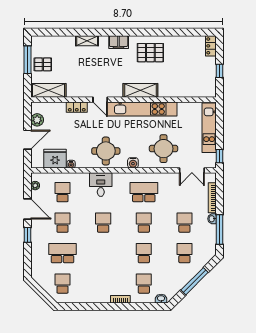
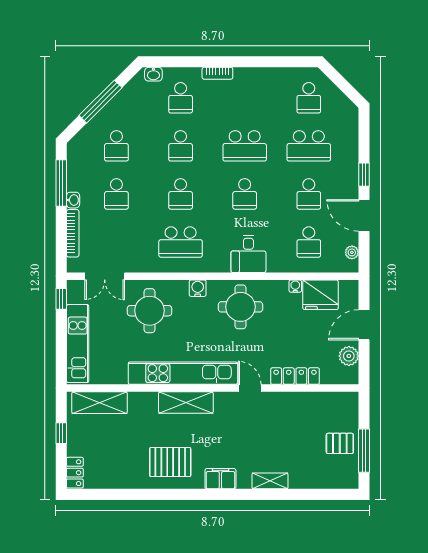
shelving: (48, 90) -> (100, 403), moved
locker: (77, 107) -> (295, 376), width x1.53
double door: (192, 170) -> (105, 276), swing flipped
school desk: (103, 253) -> (245, 146), added

